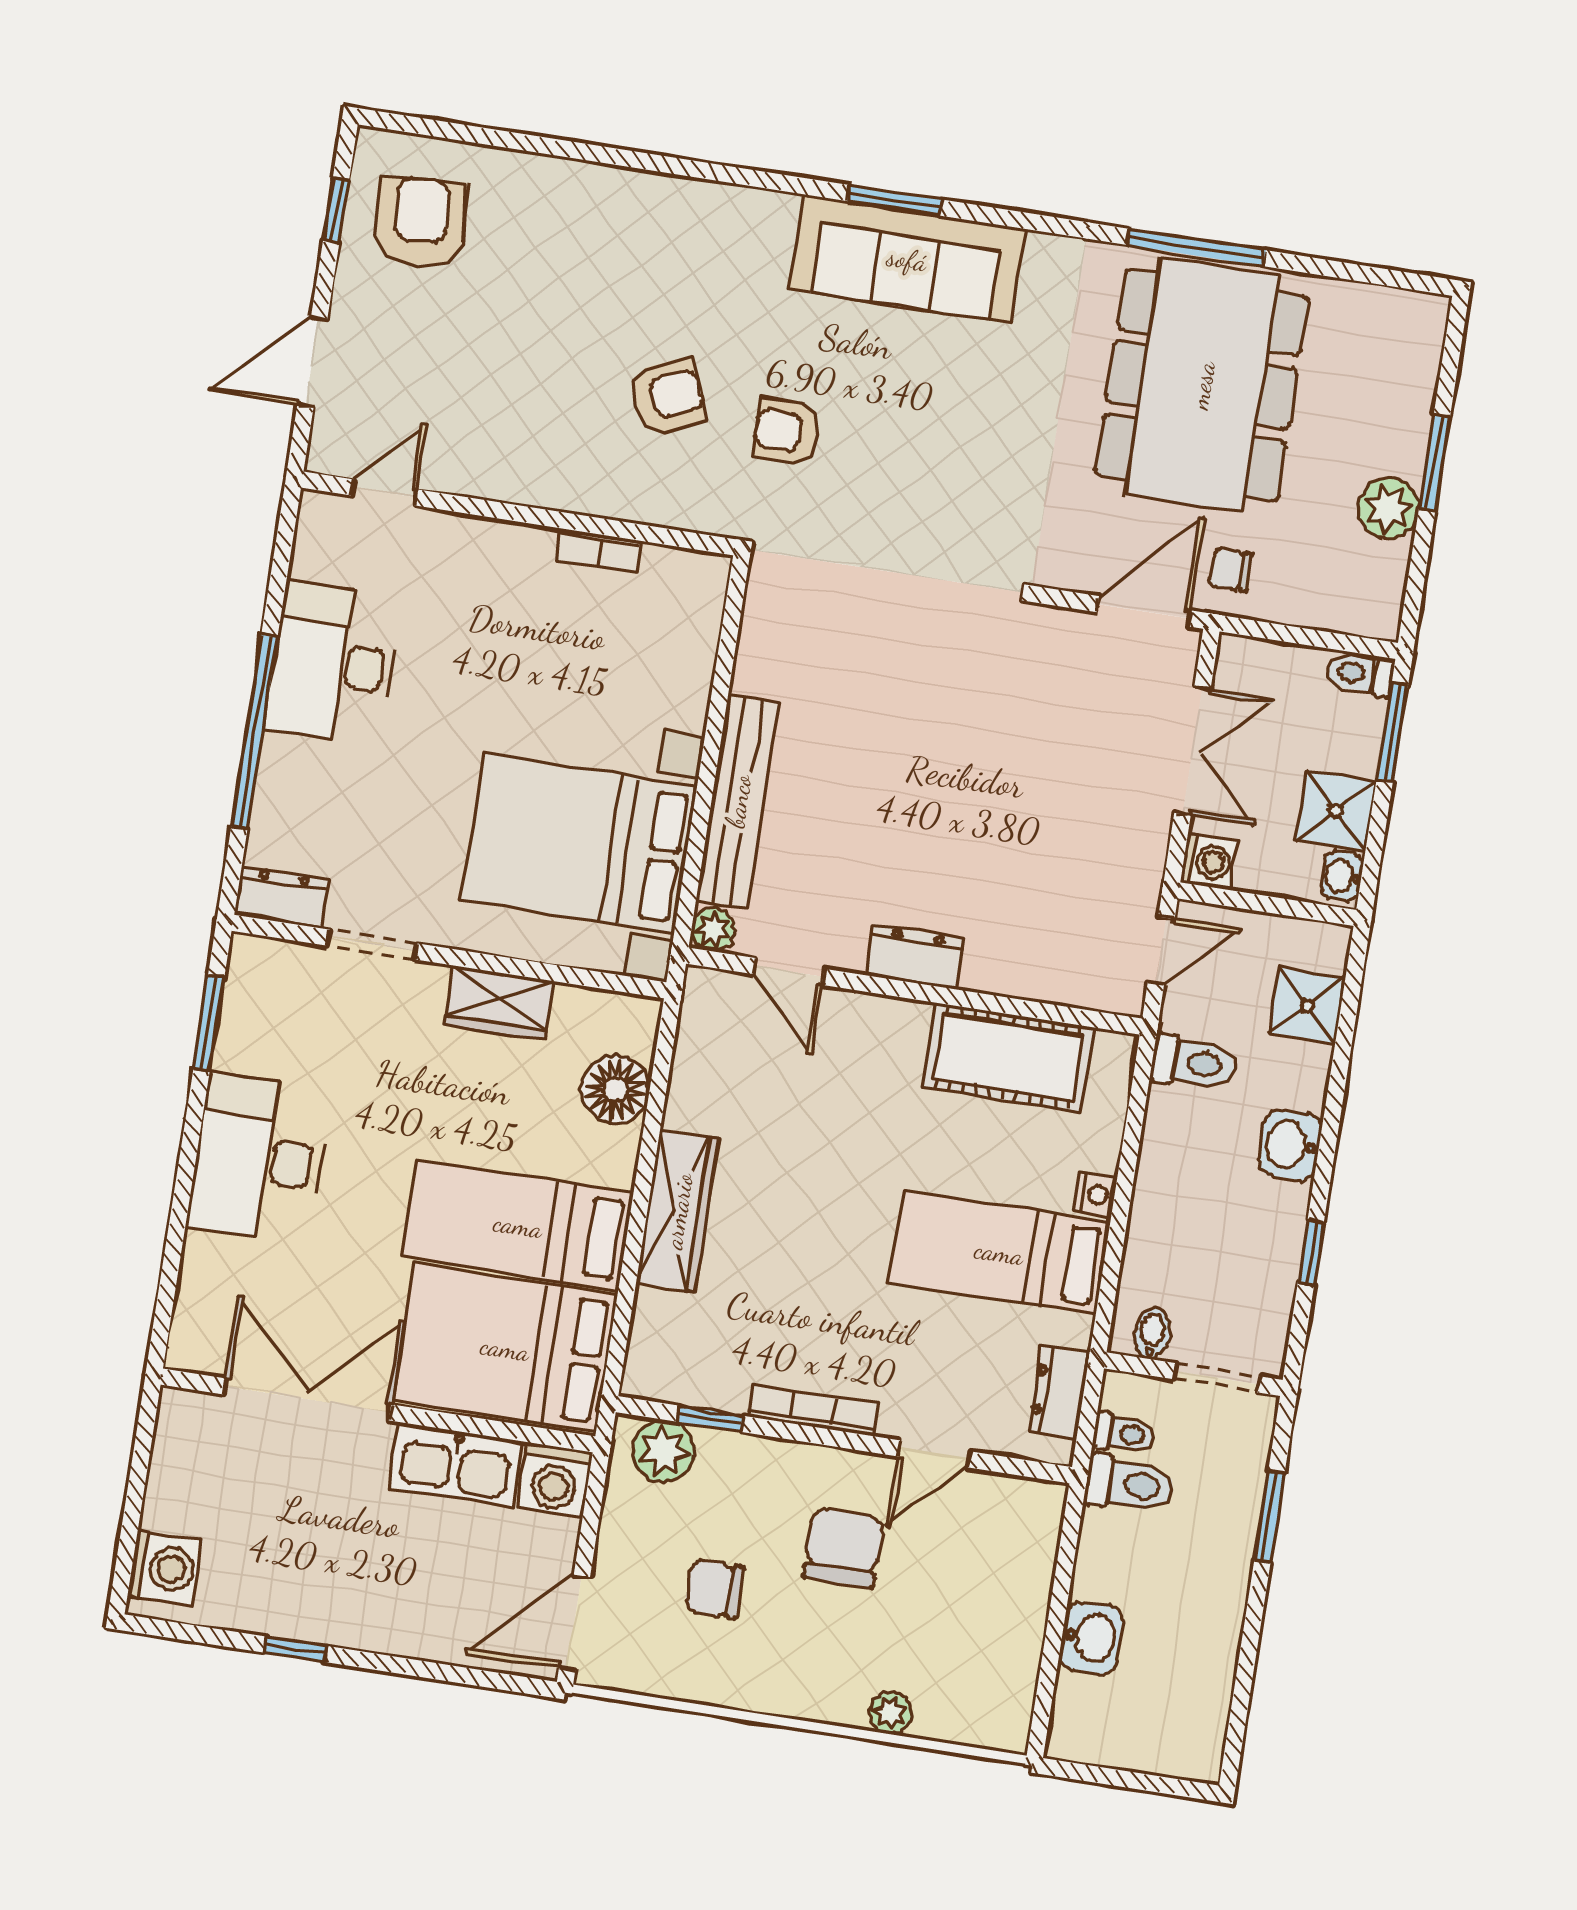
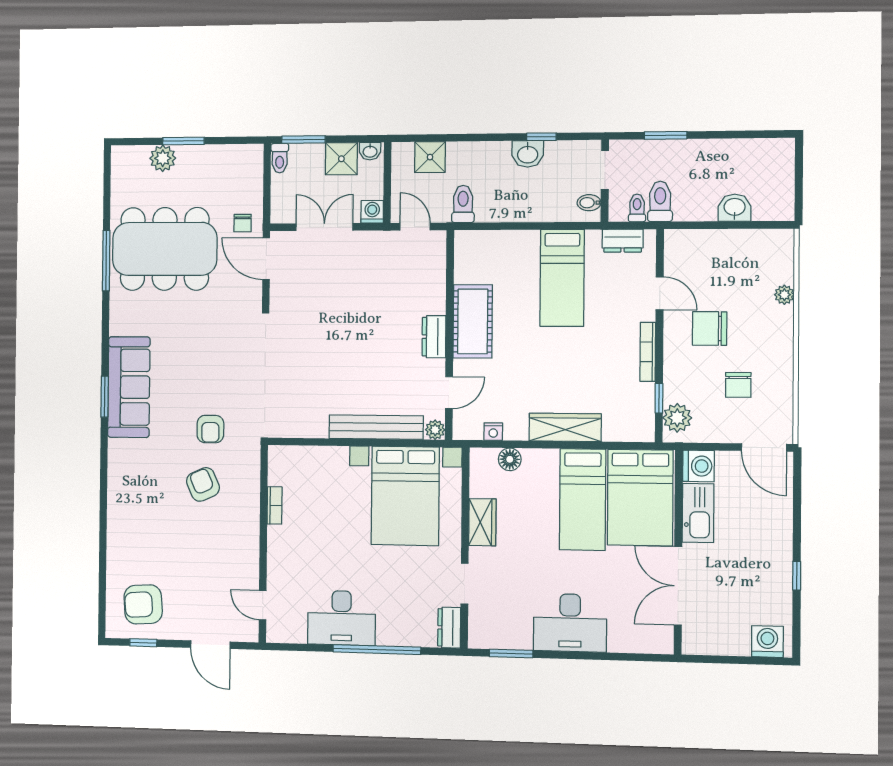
plant: (1389, 508) -> (163, 158), moved
cot: (1008, 1057) -> (473, 321), moved
floor lamp: (615, 1089) -> (510, 459), width x0.73, depth x0.73
washbasin: (1290, 1145) -> (528, 154), moved
nightstand: (1095, 1195) -> (493, 432), moved, turned 180

